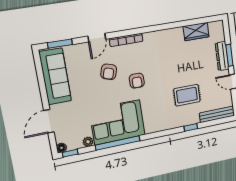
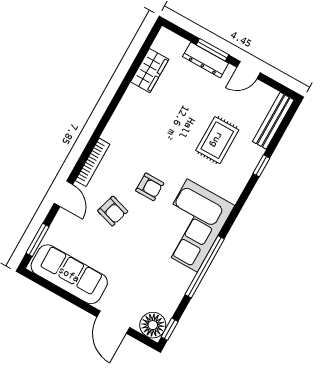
corner sofa: (117, 122) -> (192, 225), moved
plant: (88, 142) -> (174, 299), removed
floor lamp: (62, 148) -> (153, 325), width x1.89, depth x1.89

